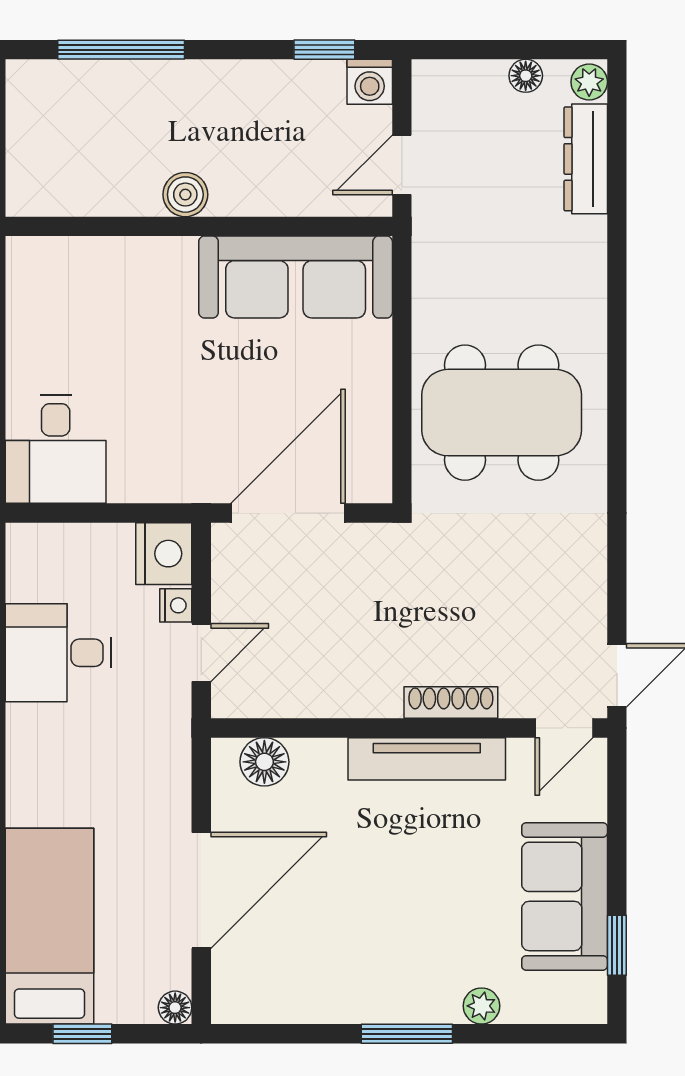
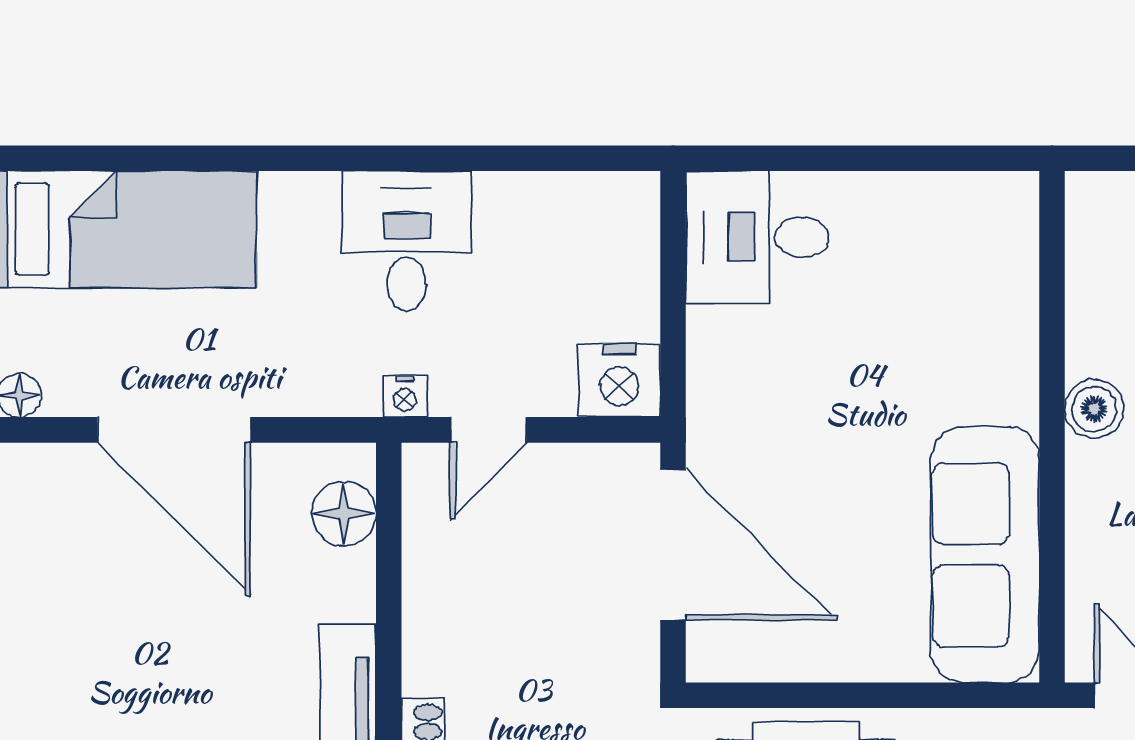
nightstand: (176, 605) -> (405, 396), moved
desk: (58, 653) -> (407, 241), moved
door: (201, 653) -> (488, 430), hinge flipped

